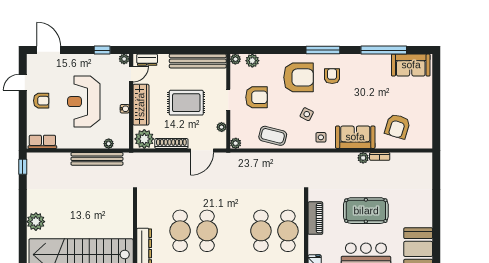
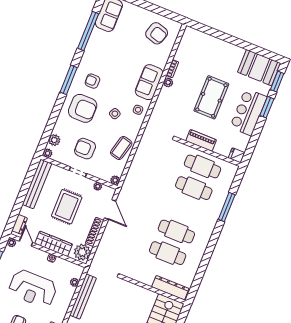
armchair: (299, 77) -> (83, 108), turned 90
armchair: (256, 97) -> (85, 149), turned -90
armchair: (397, 126) -> (157, 33), moved

